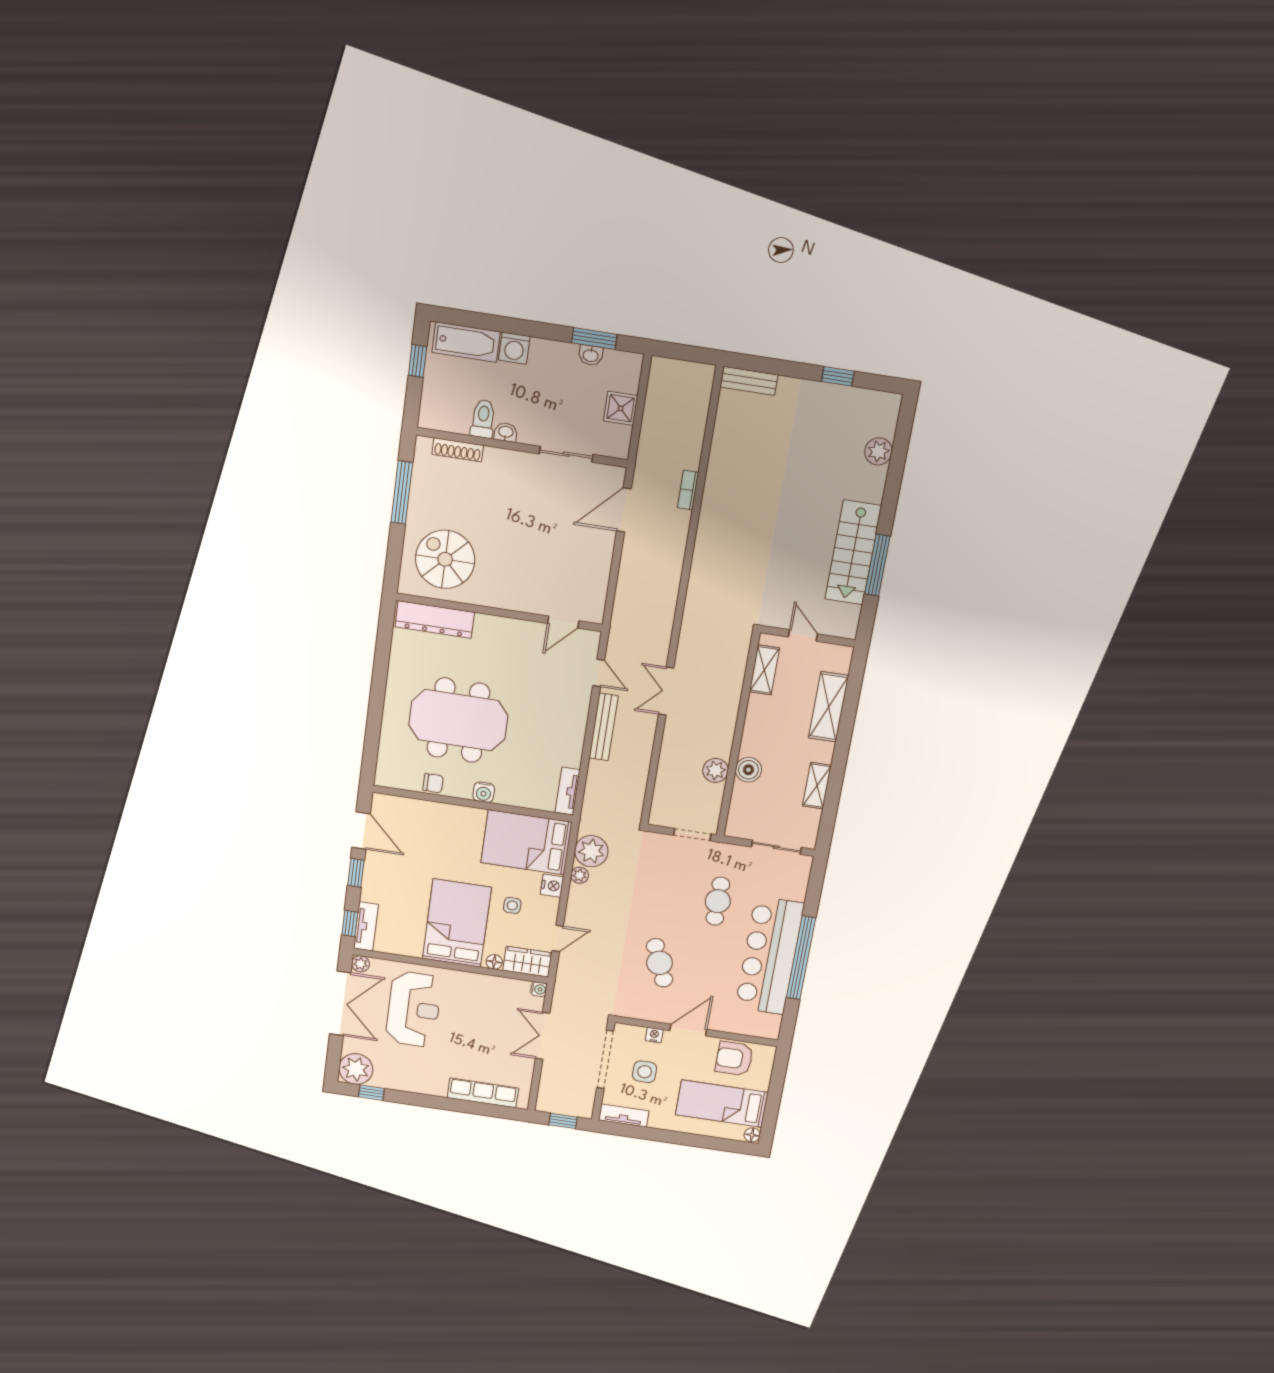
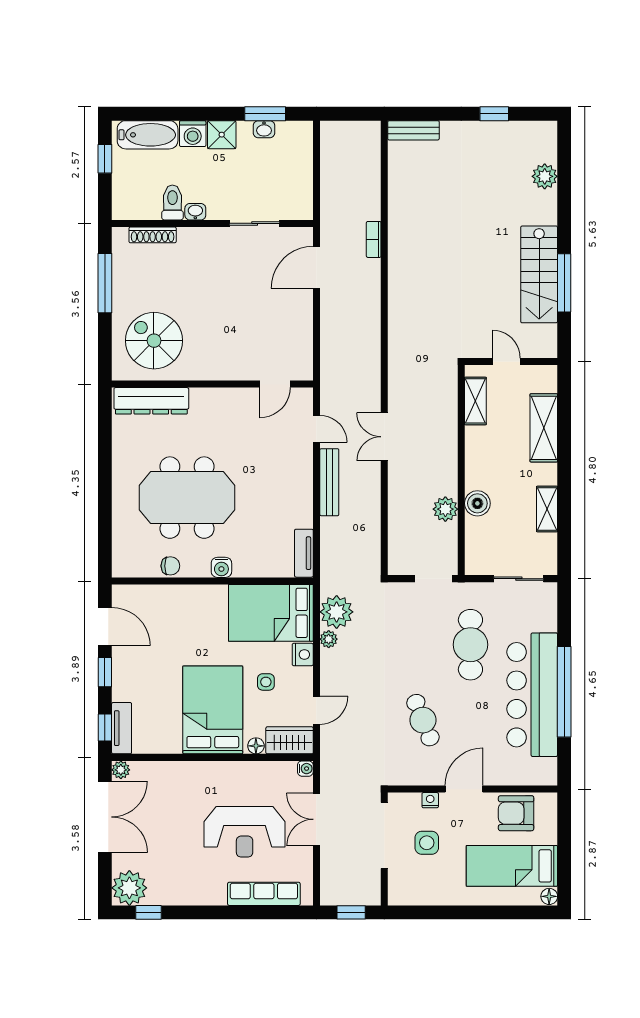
shower: (621, 408) -> (222, 135), moved
cafe table: (718, 901) -> (470, 645), width x1.37, depth x1.35
reception desk: (414, 1009) -> (245, 832), moved, turned 90
tv unit: (624, 1116) -> (413, 896), removed

